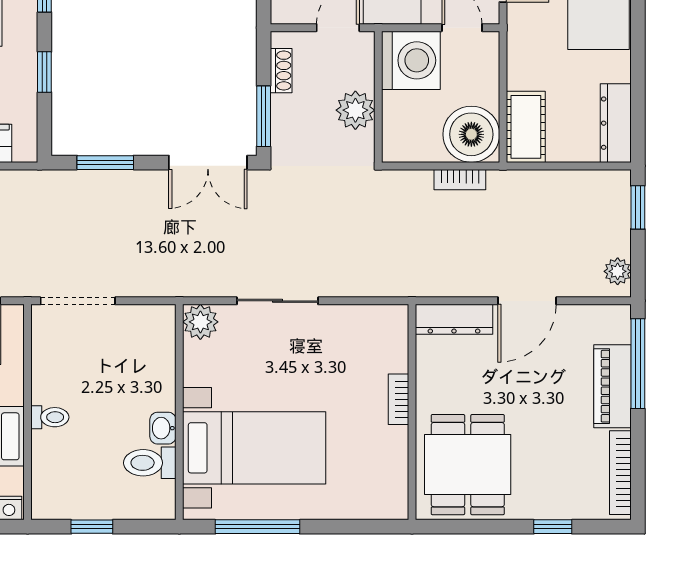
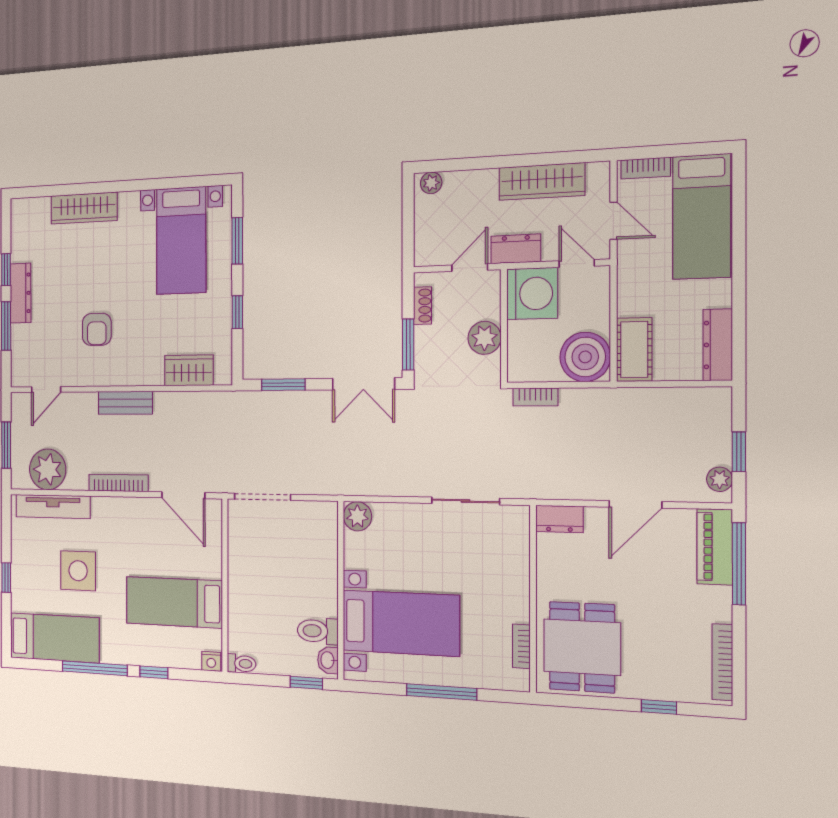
bookcase: (460, 180) -> (535, 397), moved
window: (638, 207) -> (739, 452), moved
sliding door: (278, 301) -> (465, 501), moved
dresser: (454, 319) -> (559, 519), width x0.70
piano: (612, 386) -> (715, 547), moved
bookcase: (398, 399) -> (521, 646), moved
toilet: (50, 417) -> (242, 664), moved
washbasin: (163, 428) -> (328, 660), moved
window: (92, 527) -> (306, 683), moved
window: (258, 527) -> (441, 692), moved

